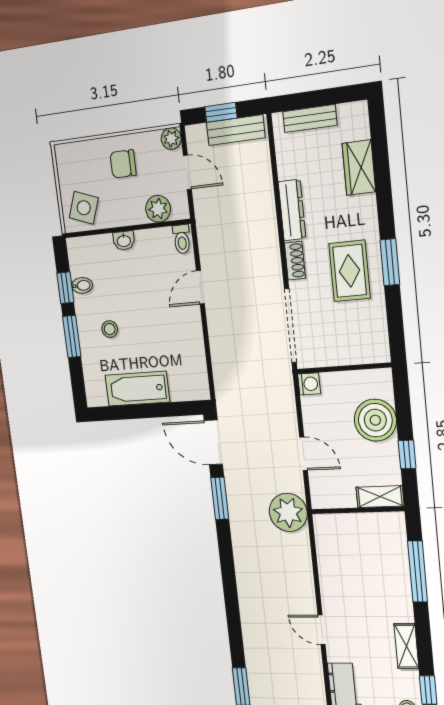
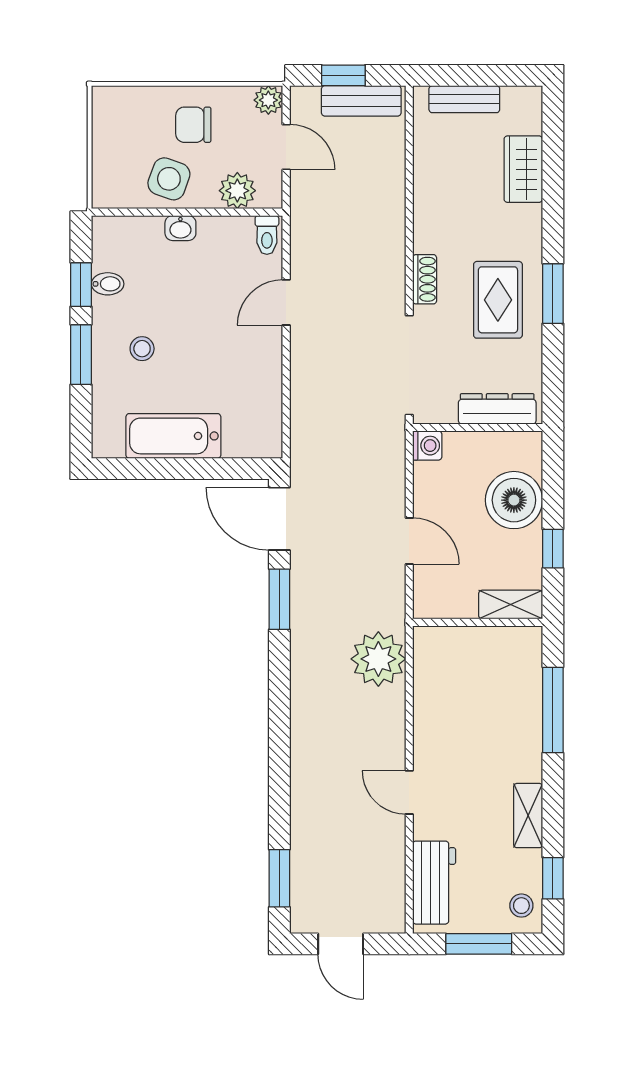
side table: (84, 208) -> (169, 179), moved
dresser: (292, 210) -> (497, 409), moved, turned -90
plant: (288, 512) -> (378, 659), moved

